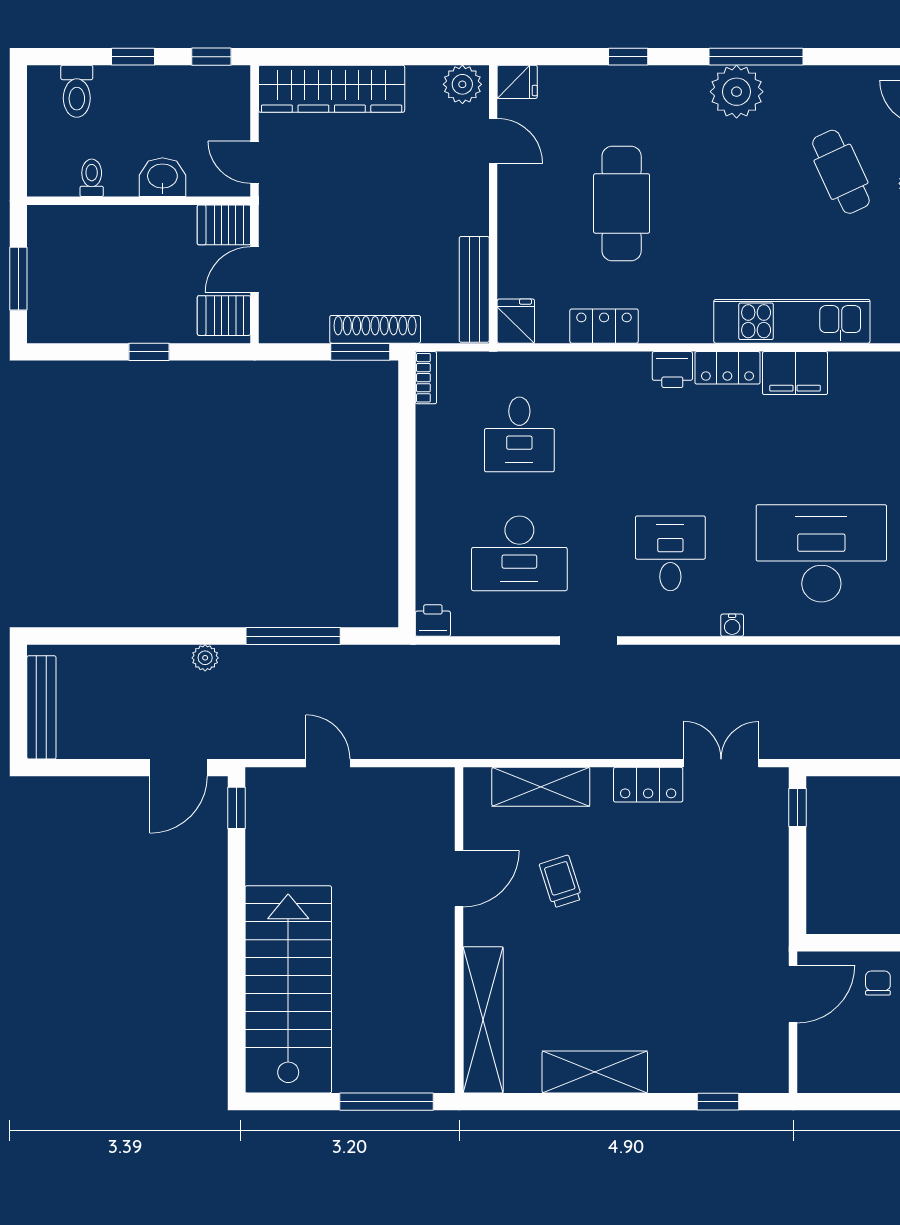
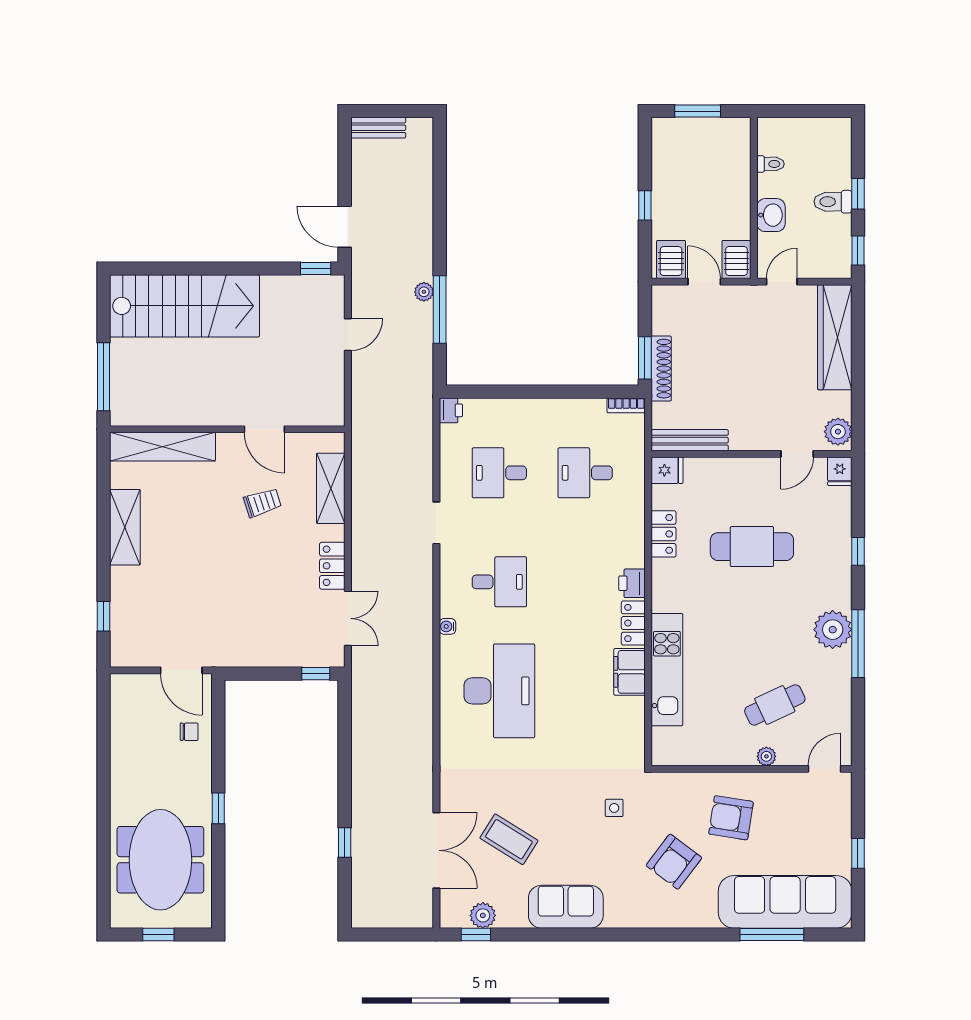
toilet: (77, 91) -> (833, 202), moved
desk: (519, 553) -> (499, 473), width x0.73
plant: (205, 658) -> (424, 292), moved
bench: (41, 707) -> (378, 128), width x0.73

